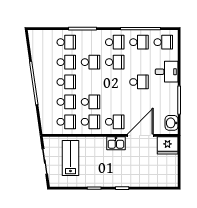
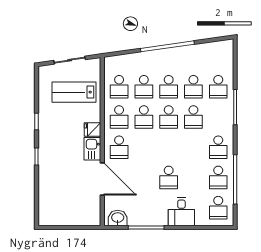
school desk: (115, 62) -> (169, 117), moved
fridge: (168, 145) -> (92, 129), moved, width x0.53, depth x0.75
lab bench: (70, 158) -> (74, 92), turned 180

